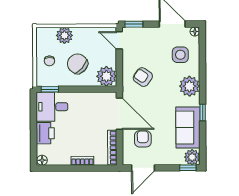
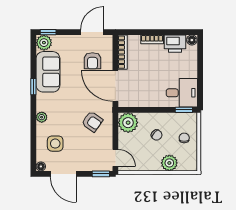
chair: (77, 64) -> (157, 135), width x0.54, depth x0.54
plant: (189, 86) -> (42, 117), width x0.53, depth x0.53
printer: (45, 133) -> (175, 44), moved, turned -90

